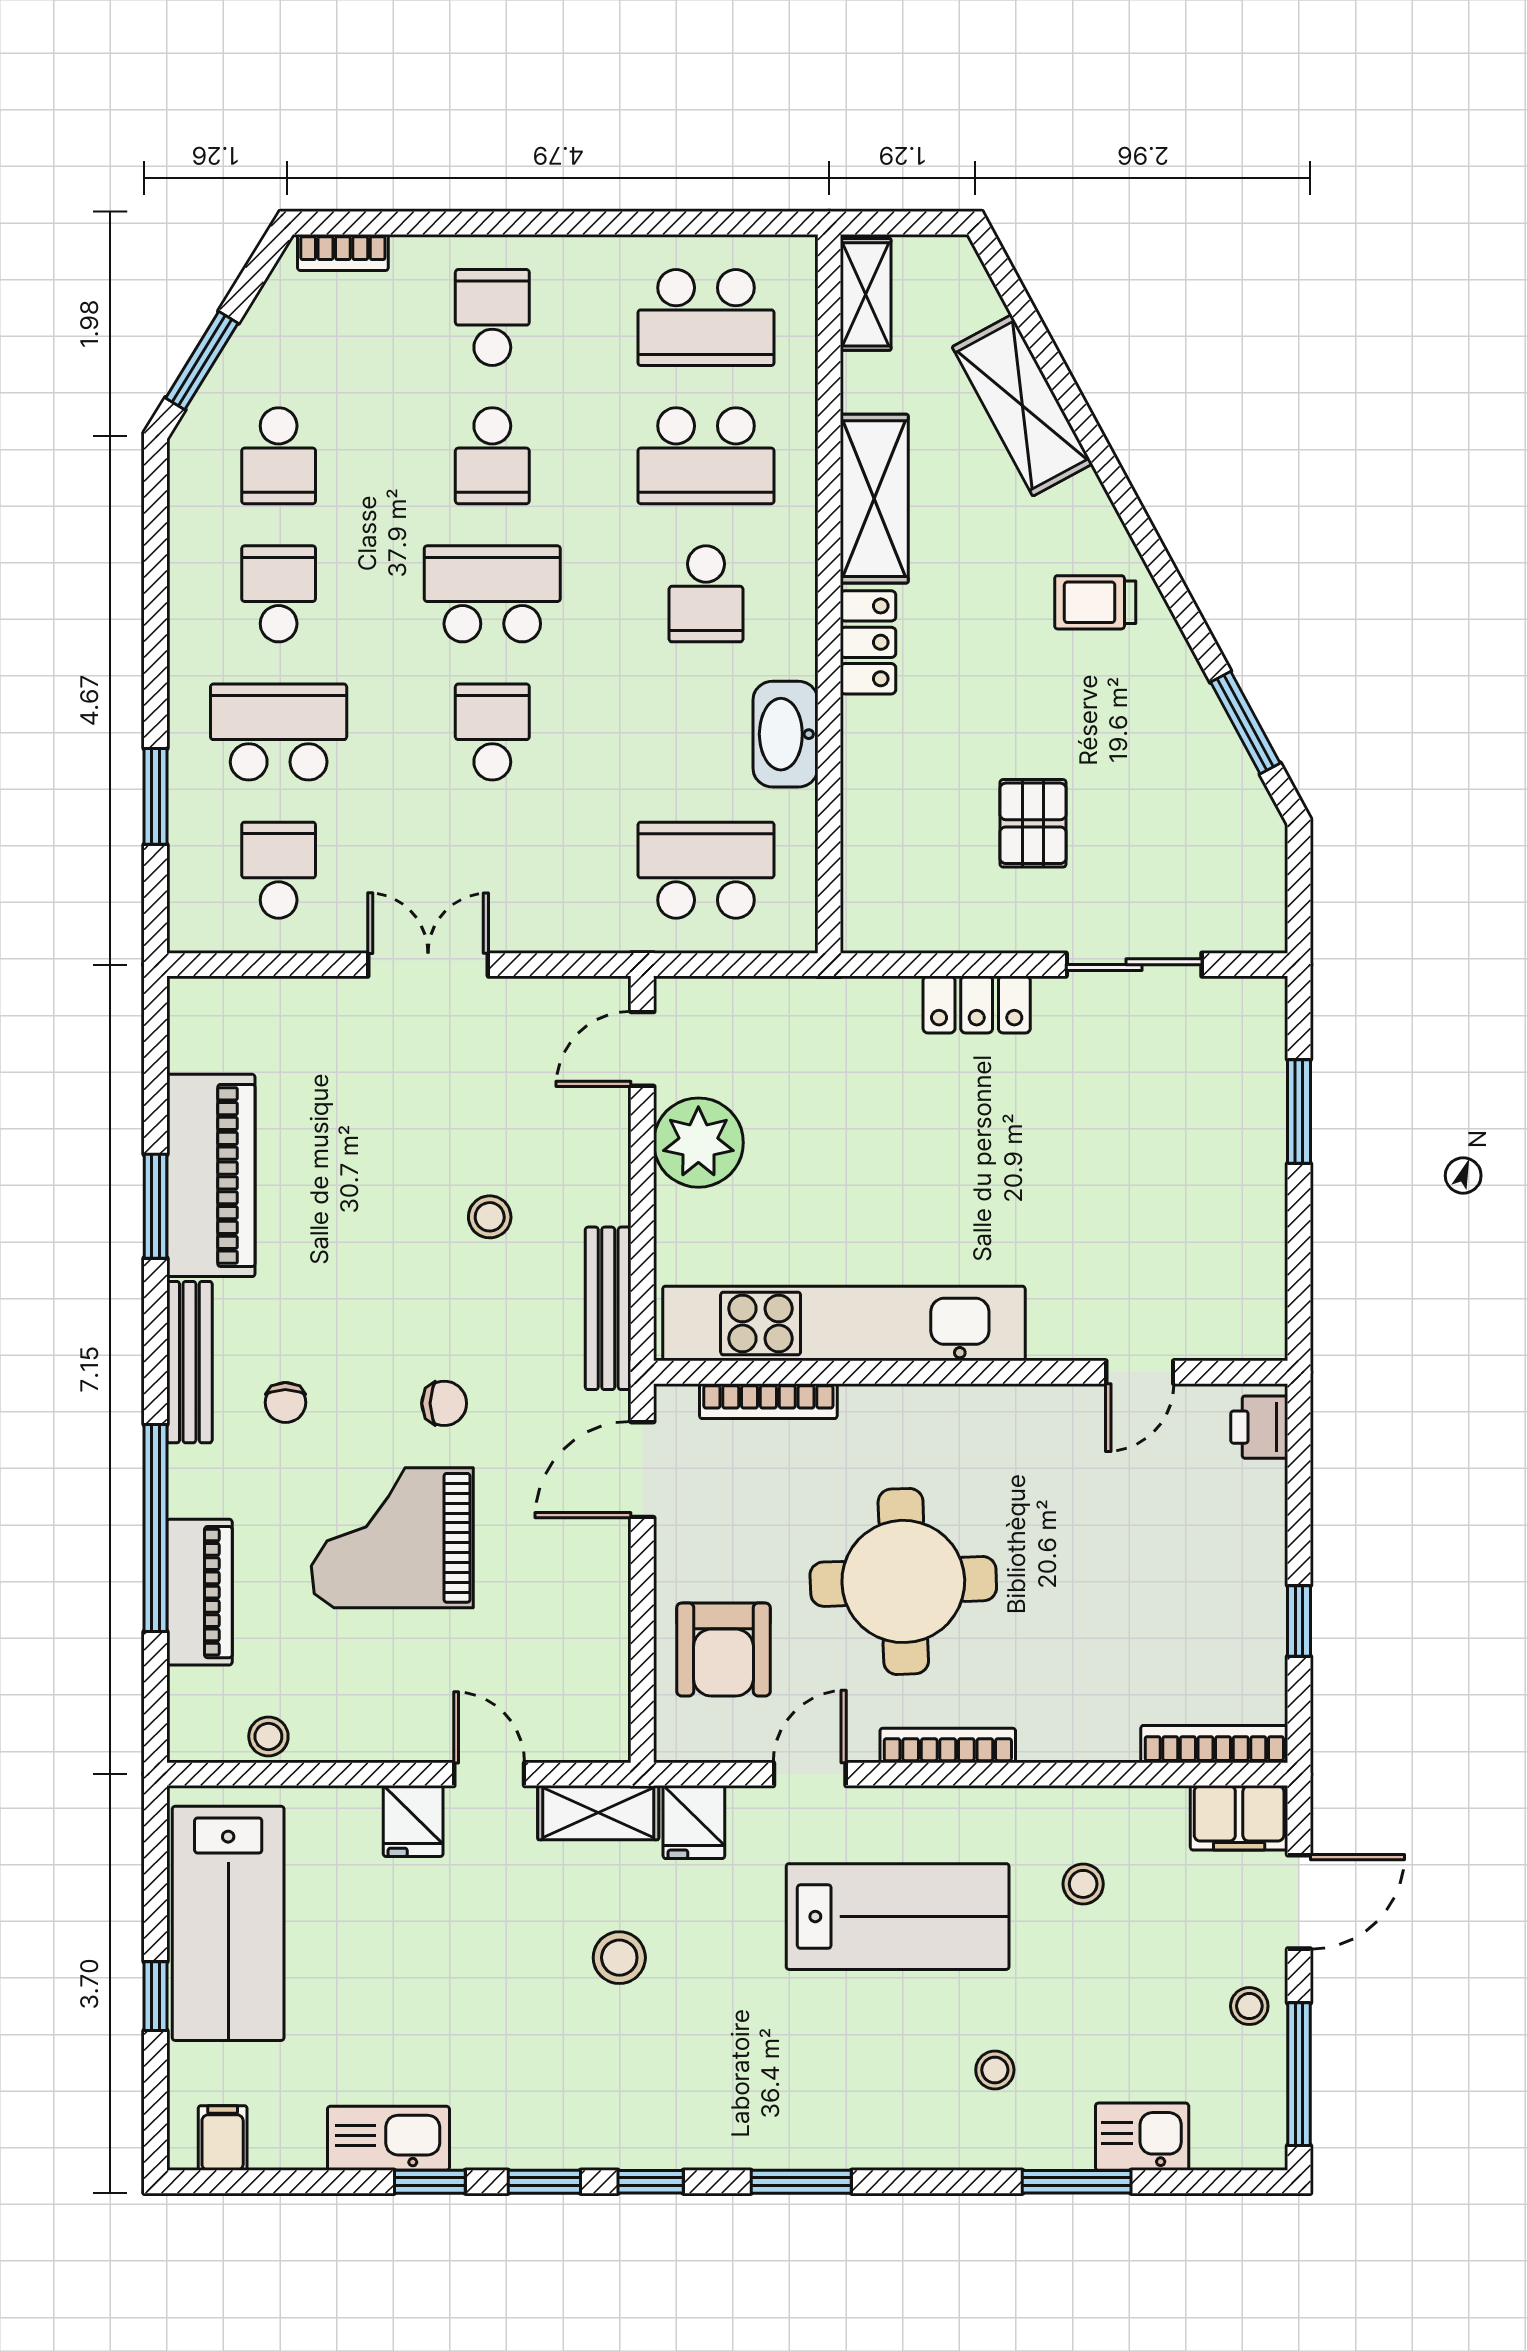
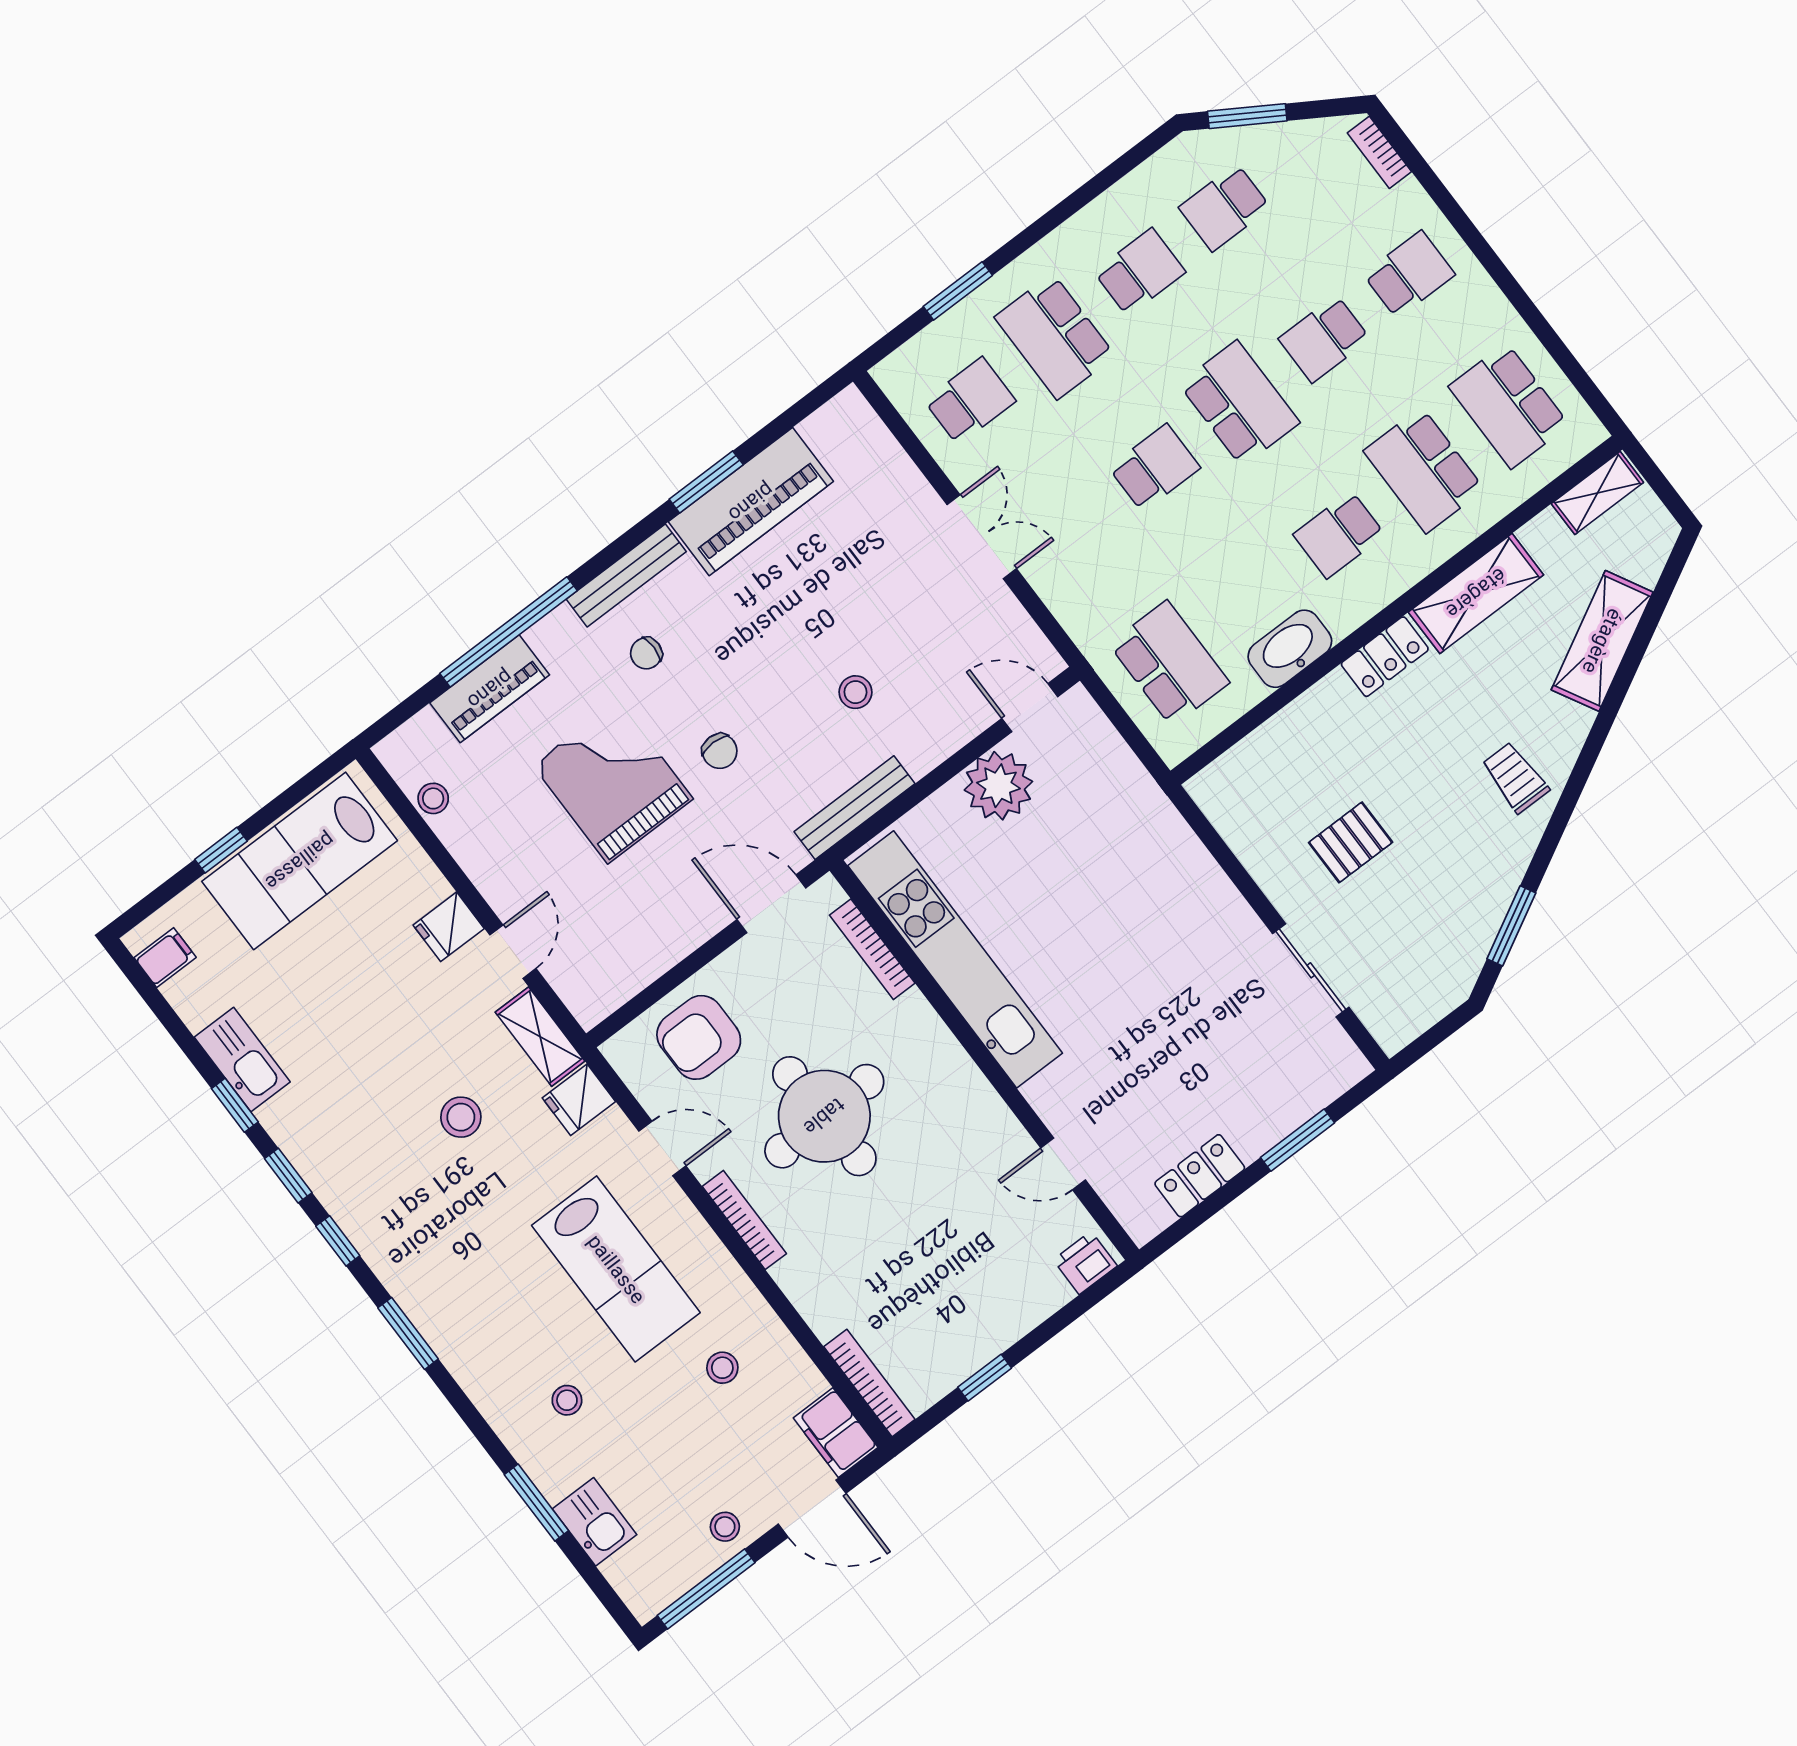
school desk: (279, 732) -> (1055, 336), turned 180
locker: (977, 1005) -> (1200, 1176), moved, turned 90

